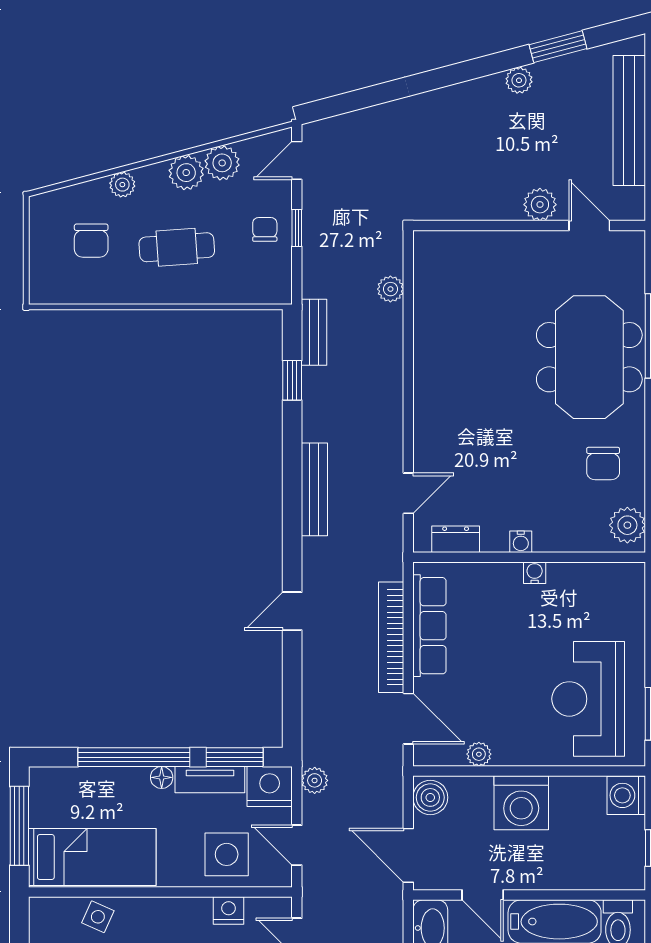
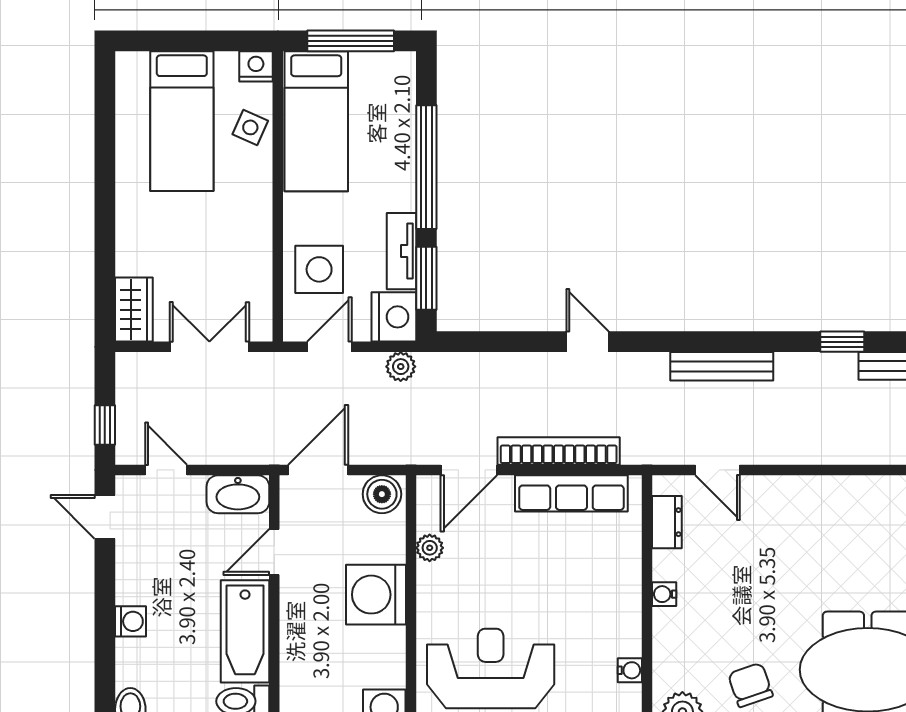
chair: (603, 464) -> (750, 685), turned 71
water cooler: (535, 573) -> (630, 670), moved
floor lamp: (162, 777) -> (404, 198), removed
nightstand: (229, 910) -> (256, 66), moved, turned -90

